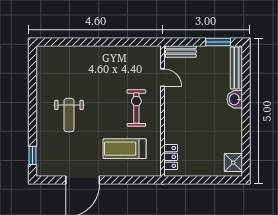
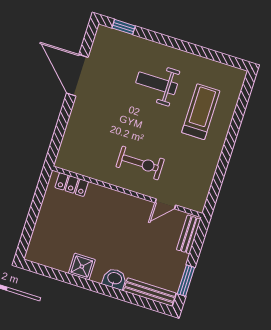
treadmill: (124, 149) -> (201, 112), moved
shower: (233, 162) -> (82, 267), moved

